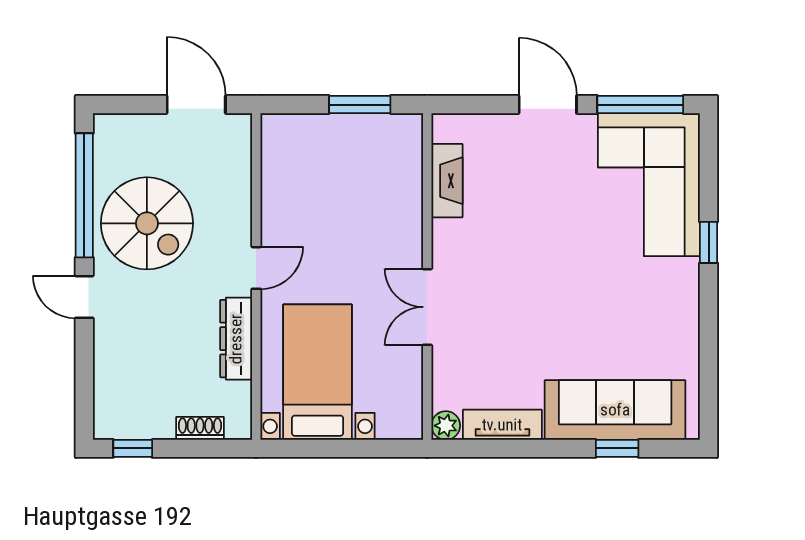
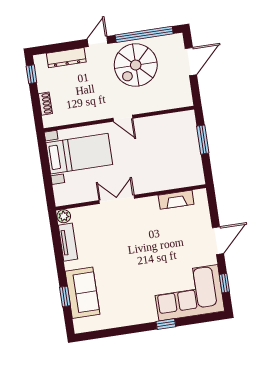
door: (196, 105) -> (191, 62), moved
window: (360, 105) -> (203, 140), moved
window: (640, 105) -> (224, 283), width x0.46
dresser: (236, 339) -> (66, 58), moved, turned 180
sofa: (615, 410) -> (83, 293), width x0.73

